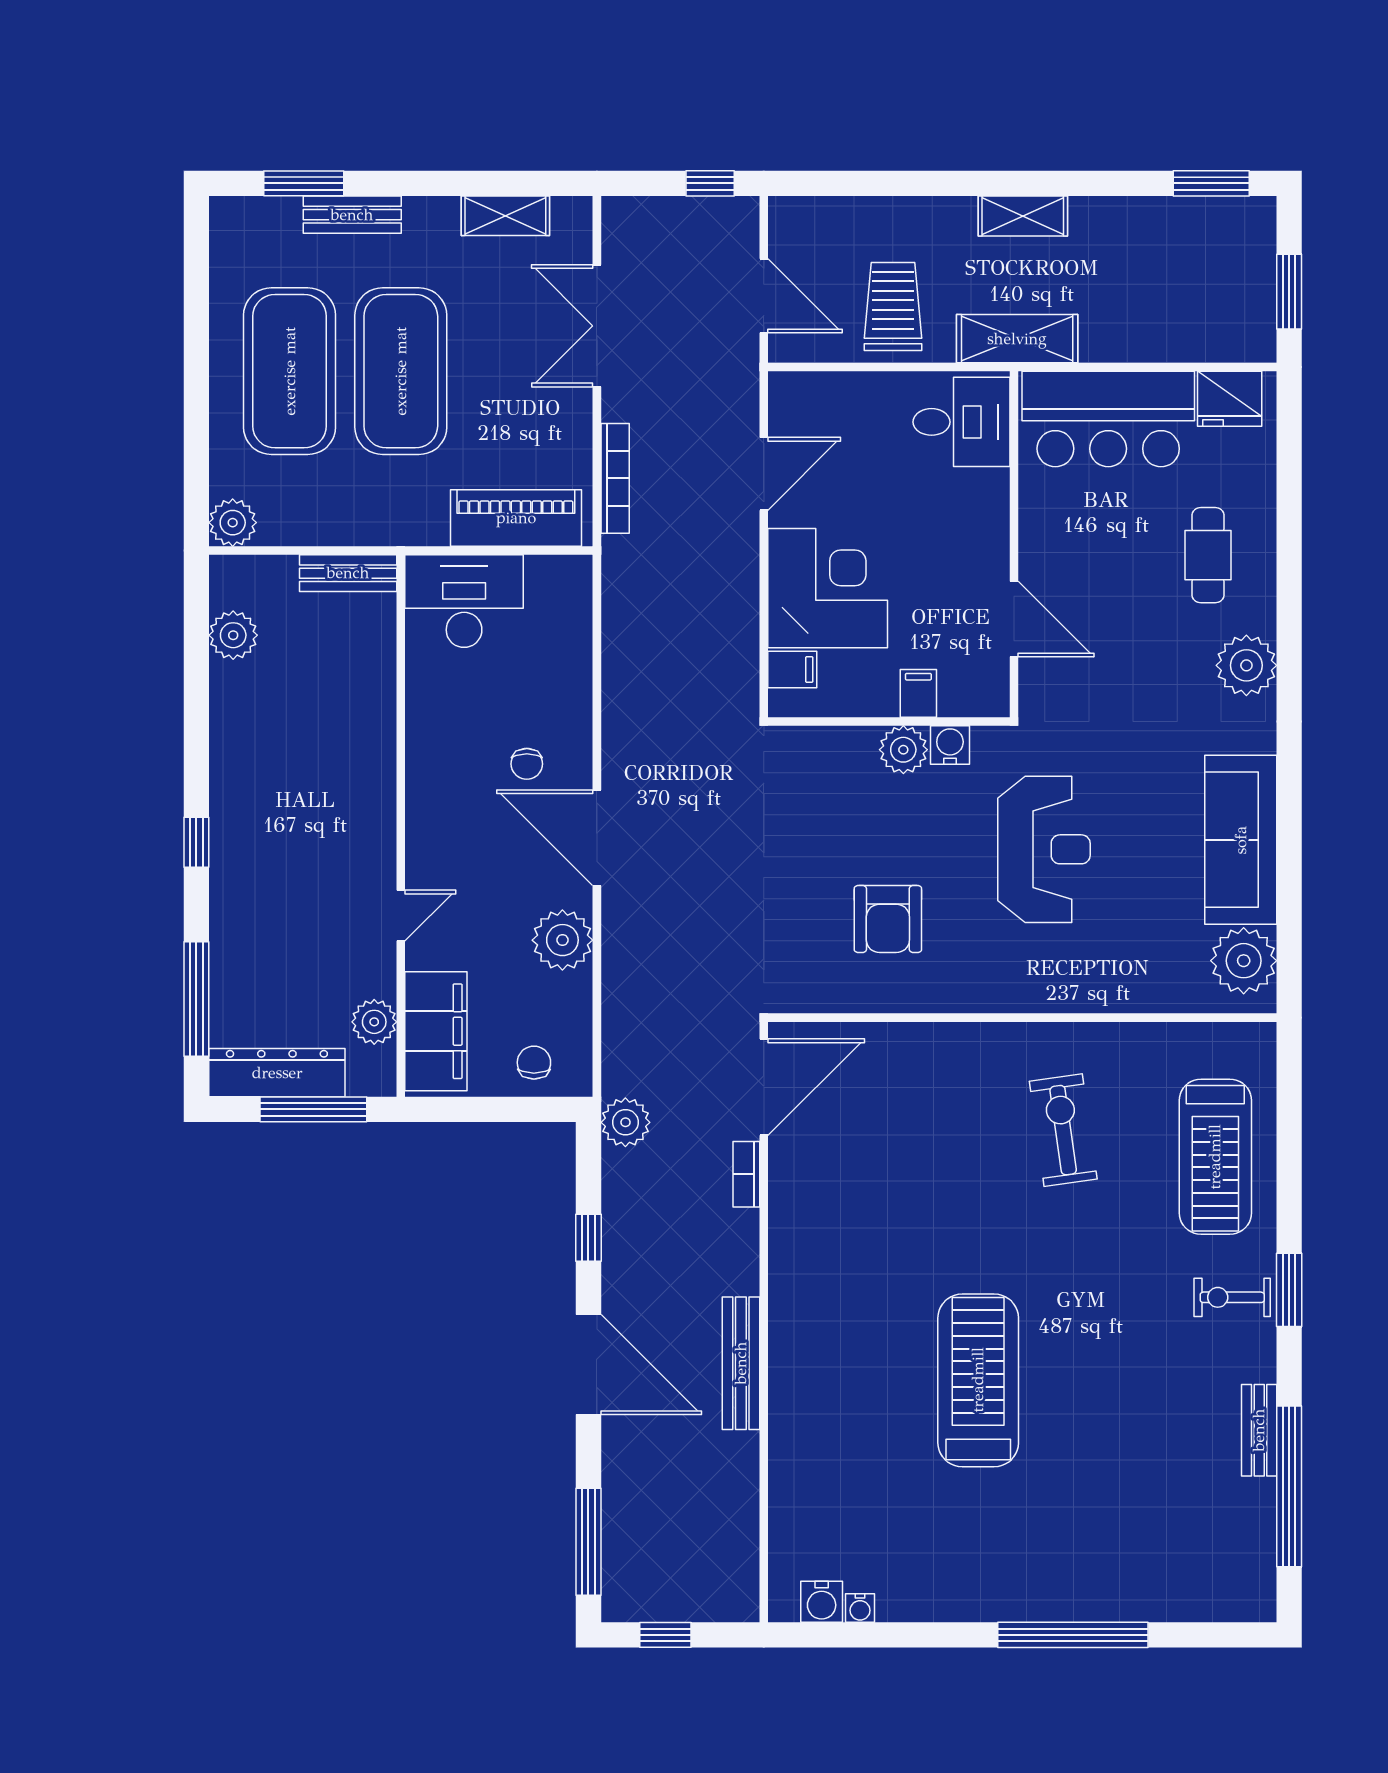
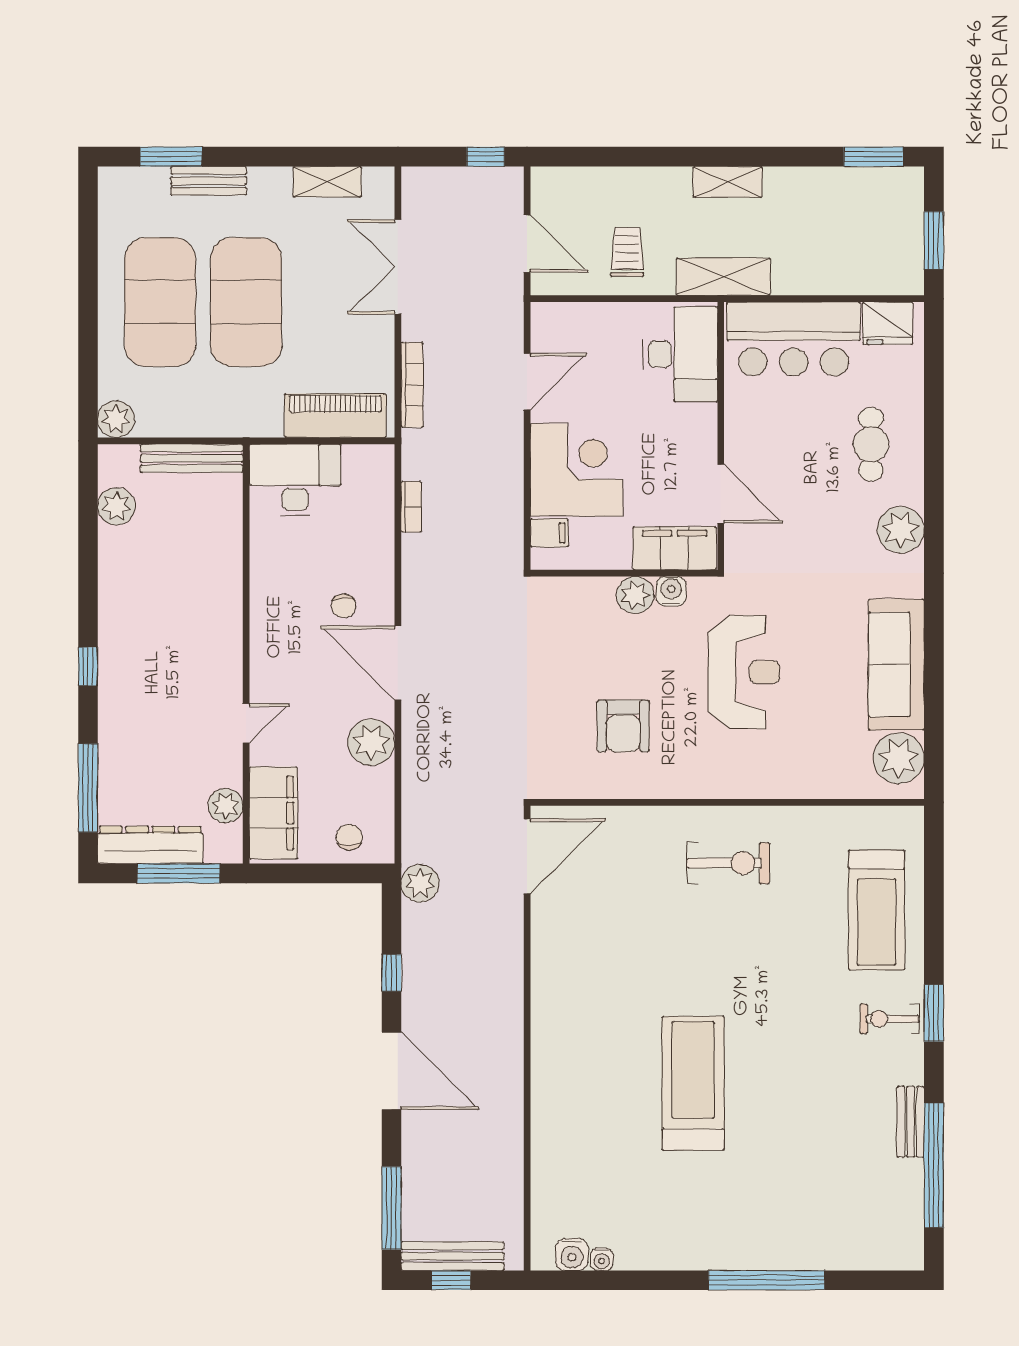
trolley: (893, 307) -> (627, 252), width x0.73, depth x0.72
desk: (961, 422) -> (680, 354), width x1.37
bench: (348, 573) -> (192, 458), width x1.36
filing cabinet: (918, 693) -> (675, 548), width x3.00, depth x1.17
exercise bike: (1063, 1130) -> (728, 863), moved, turned 98
bookcase: (746, 1174) -> (411, 507), moved, turned 180
bench: (741, 1363) -> (453, 1256), moved, turned 90

